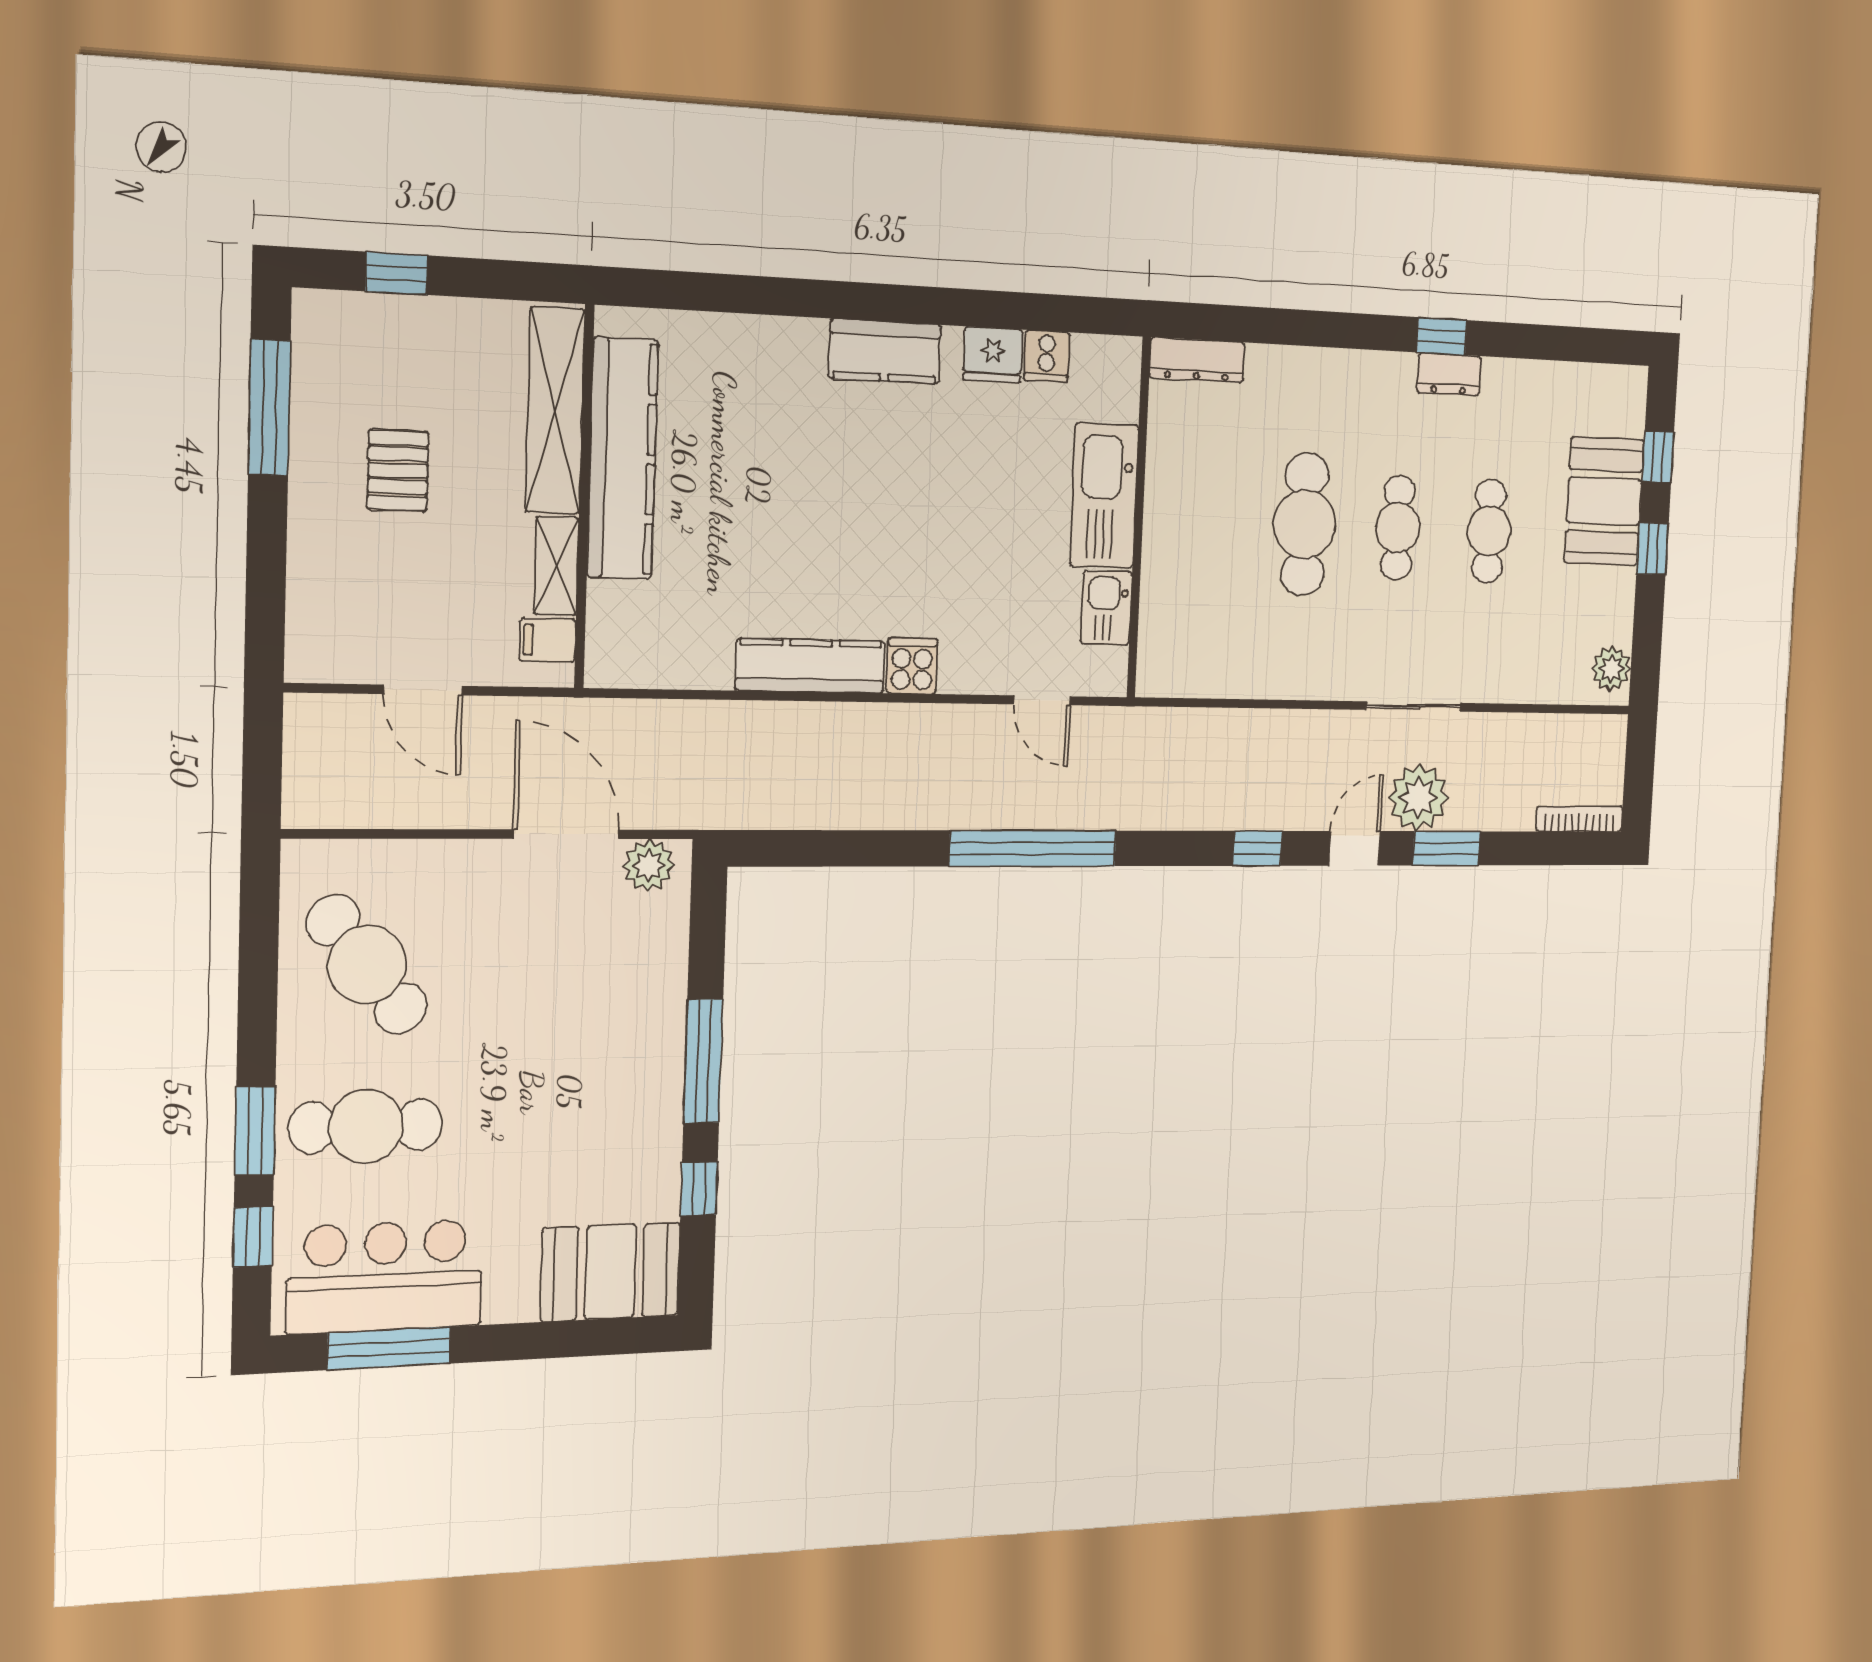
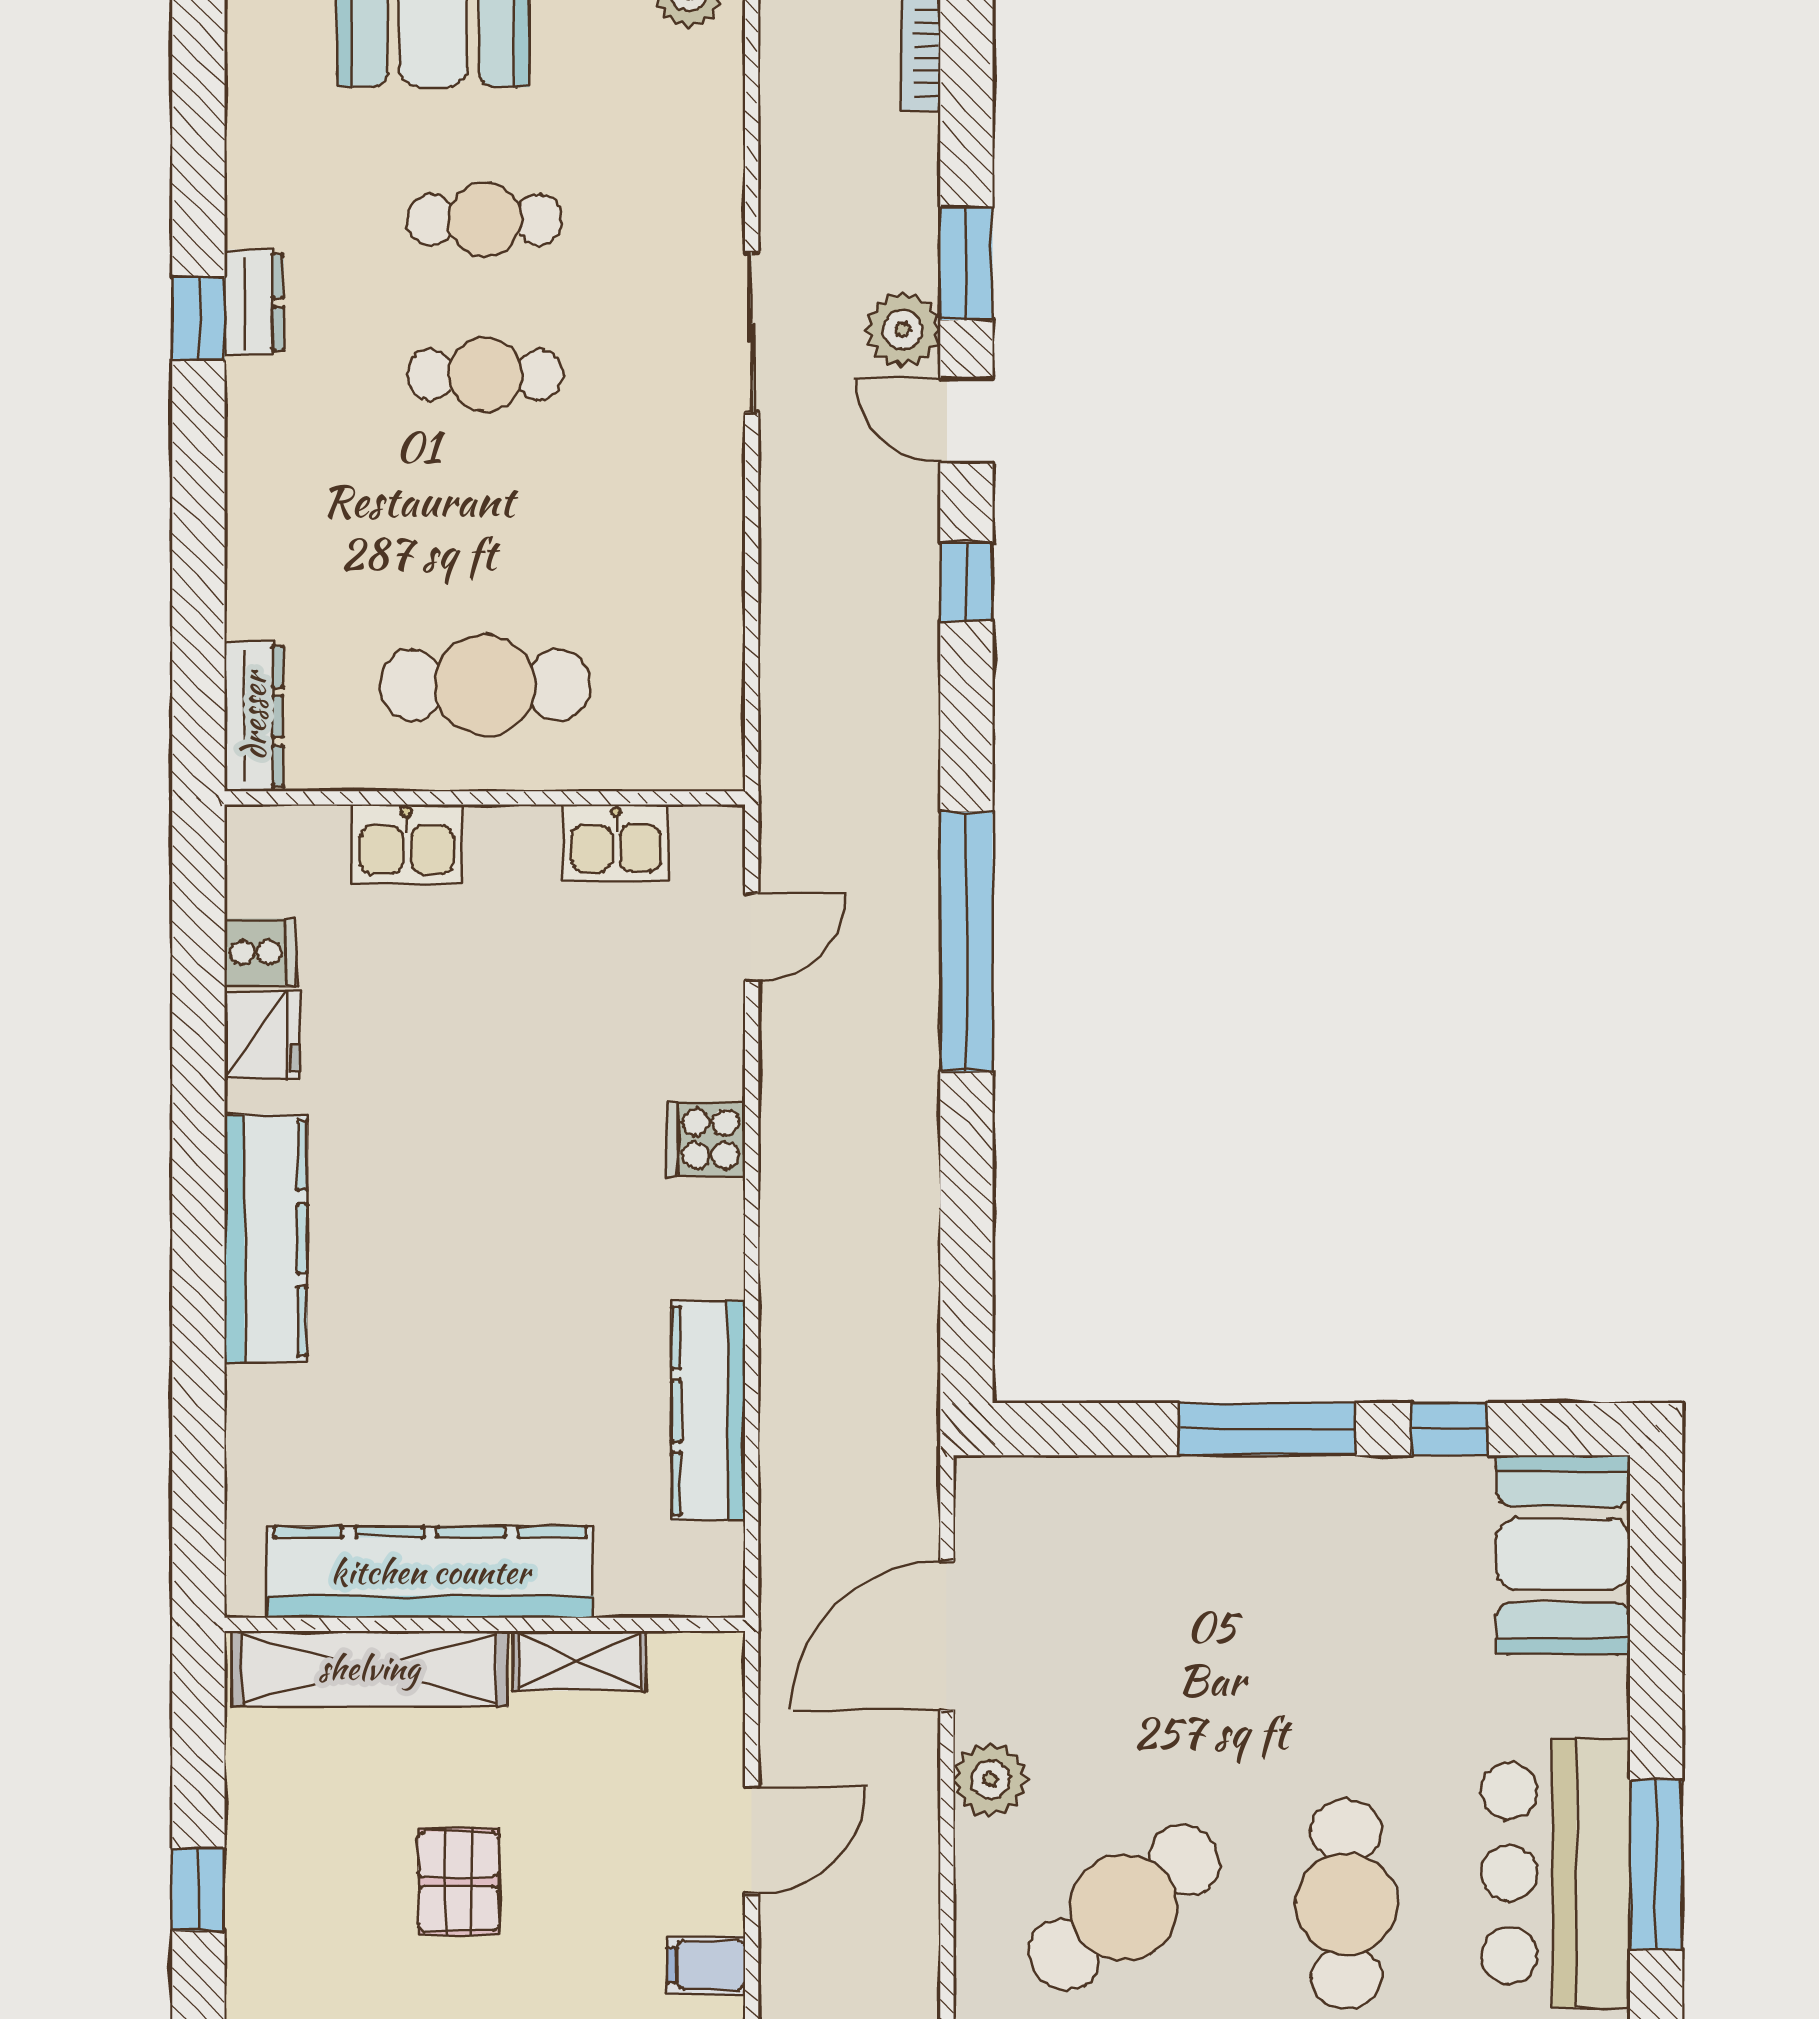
kitchen counter: (885, 351) -> (266, 1239), width x1.50
pallet: (398, 471) -> (459, 1881), turned 90
kitchen sink: (1104, 496) -> (407, 844), width x0.53, depth x0.81
cafe table: (1305, 524) -> (485, 685), moved
filing cabinet: (548, 640) -> (706, 1965), moved, turned 90
kitchen counter: (810, 666) -> (708, 1411), moved
plant: (1419, 797) -> (903, 330), width x0.73, depth x0.73
plant: (649, 865) -> (990, 1780), moved

